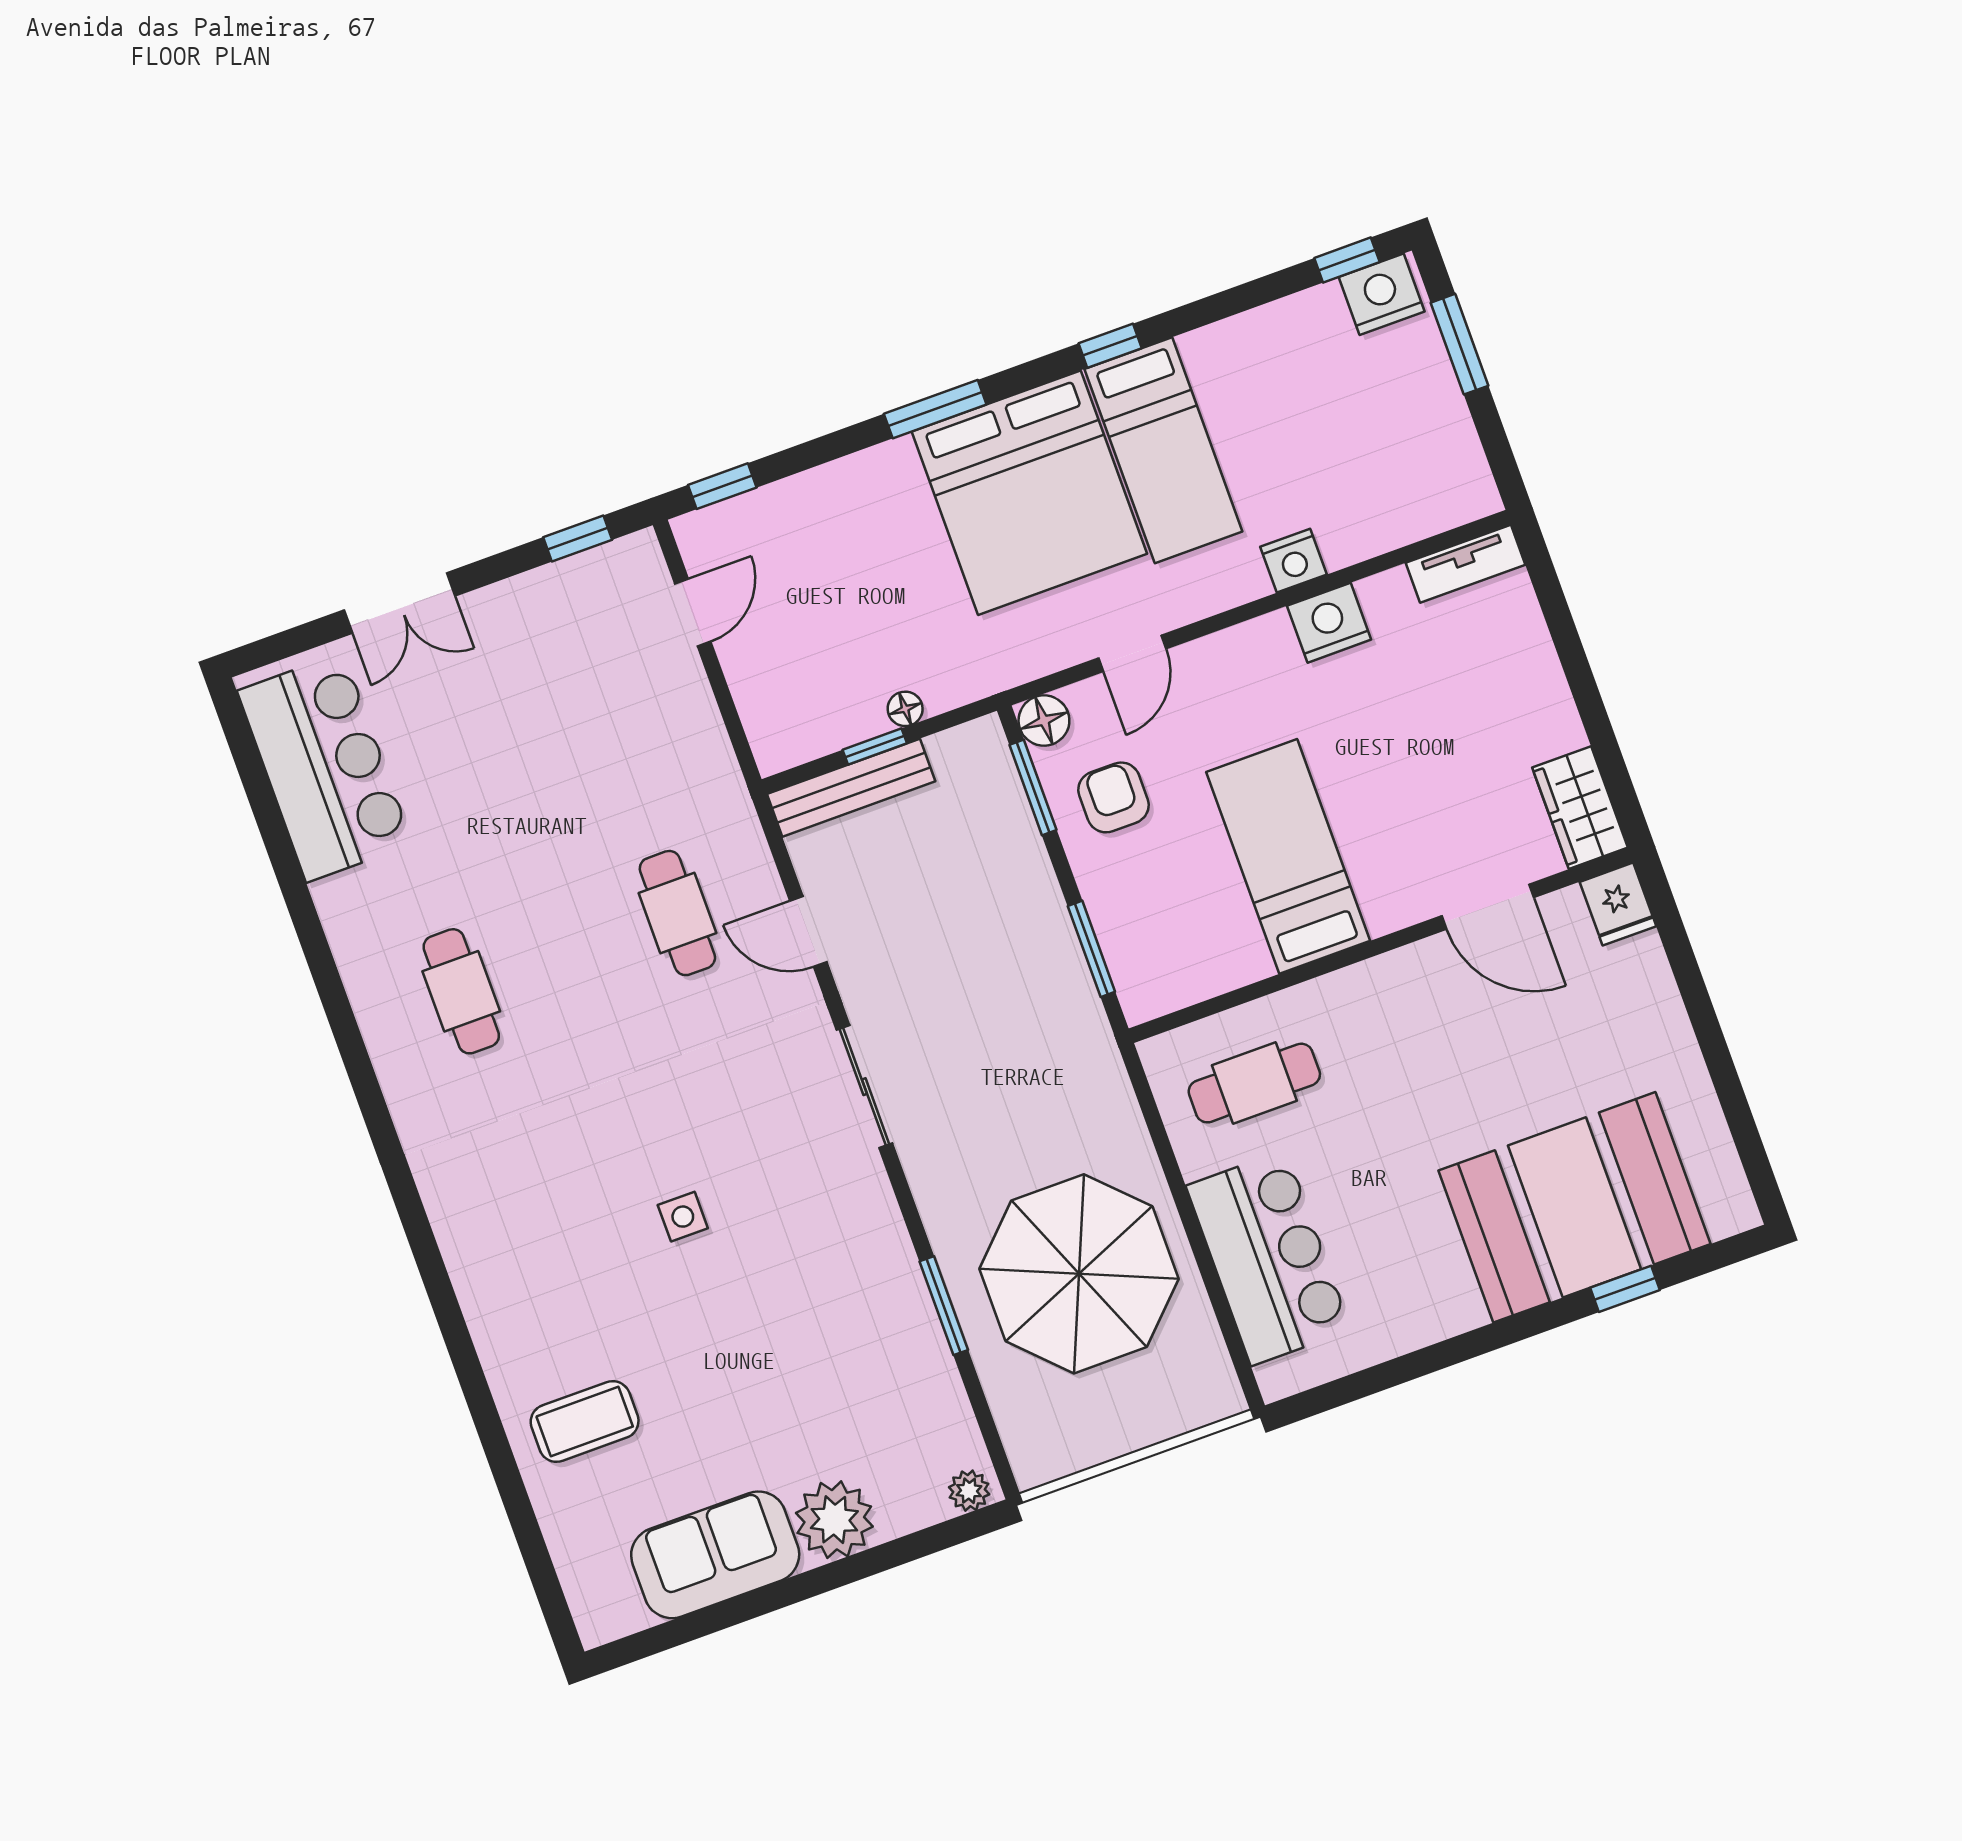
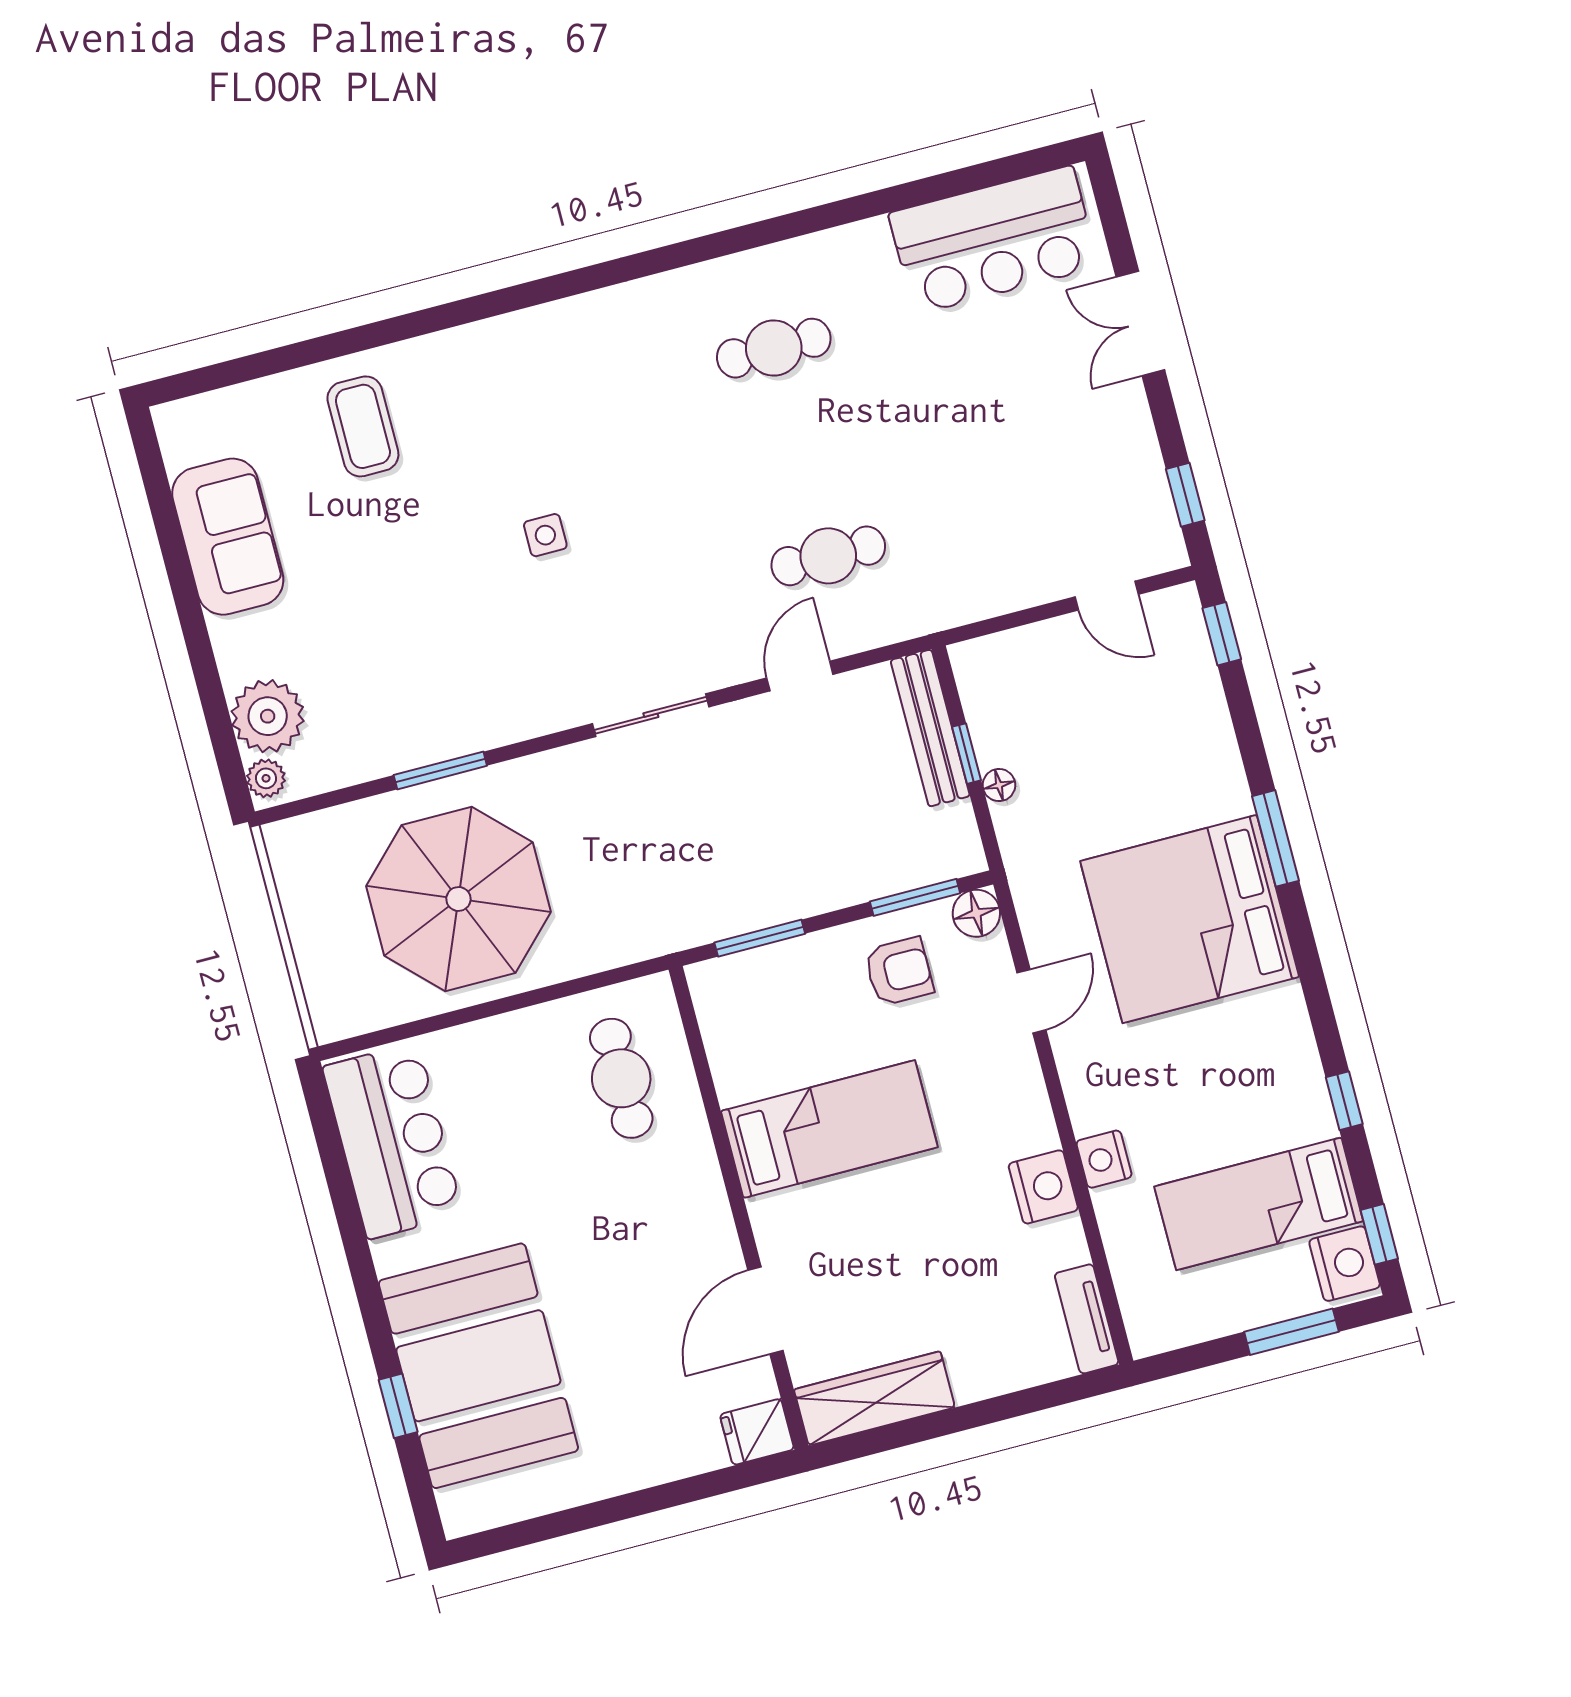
window: (1110, 346) -> (1344, 1101), moved
bed: (1163, 450) -> (1259, 1204), moved
door: (1132, 653) -> (1031, 1001), swing flipped
wardrobe: (1580, 808) -> (874, 1398), width x1.50
bar counter: (1268, 1258) -> (393, 1141), moved, turned -90
plant: (834, 1520) -> (268, 716), moved

